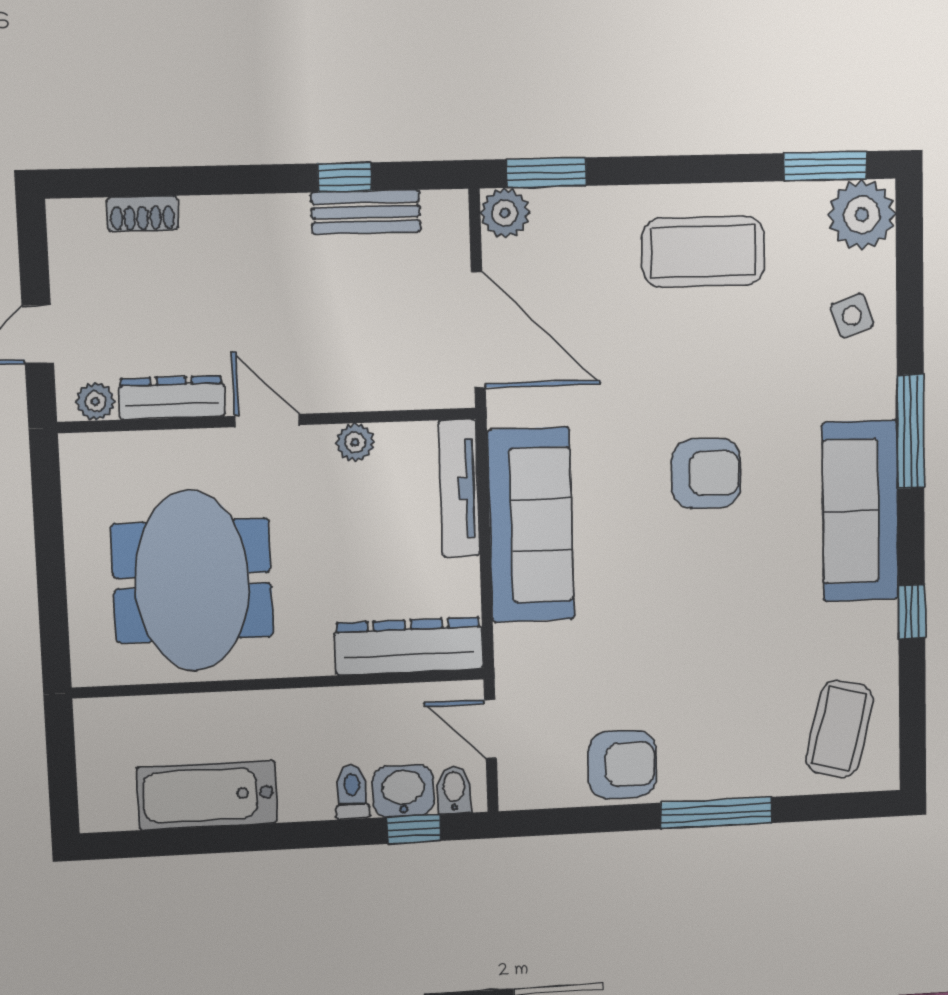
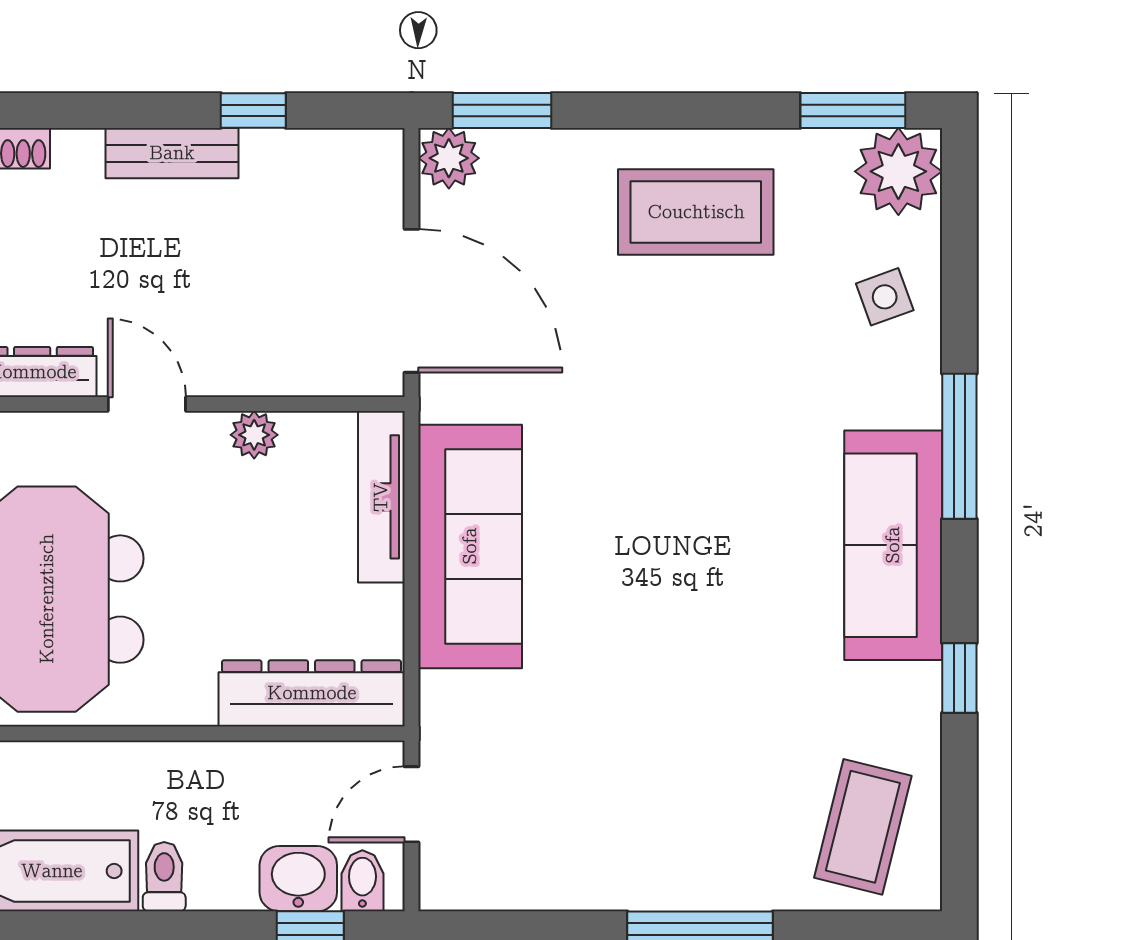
bench: (366, 212) -> (172, 153), moved
armchair: (706, 473) -> (694, 490), removed
door: (490, 729) -> (411, 804), hinge flipped
armchair: (622, 765) -> (579, 859), removed
toilet: (352, 792) -> (164, 877), moved

